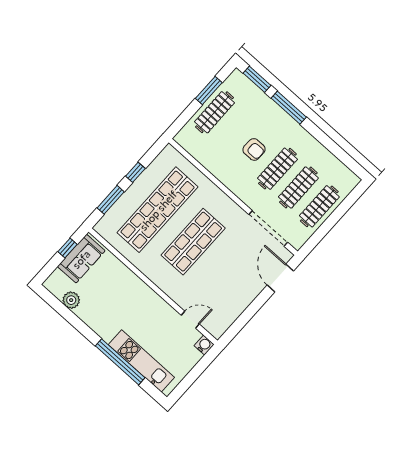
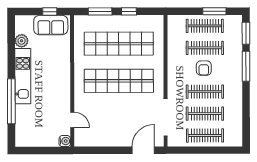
clothes rail: (236, 131) -> (205, 48), added
shop shelf: (193, 242) -> (119, 81), width x1.40
kitchen unit: (141, 361) -> (23, 76), moved

